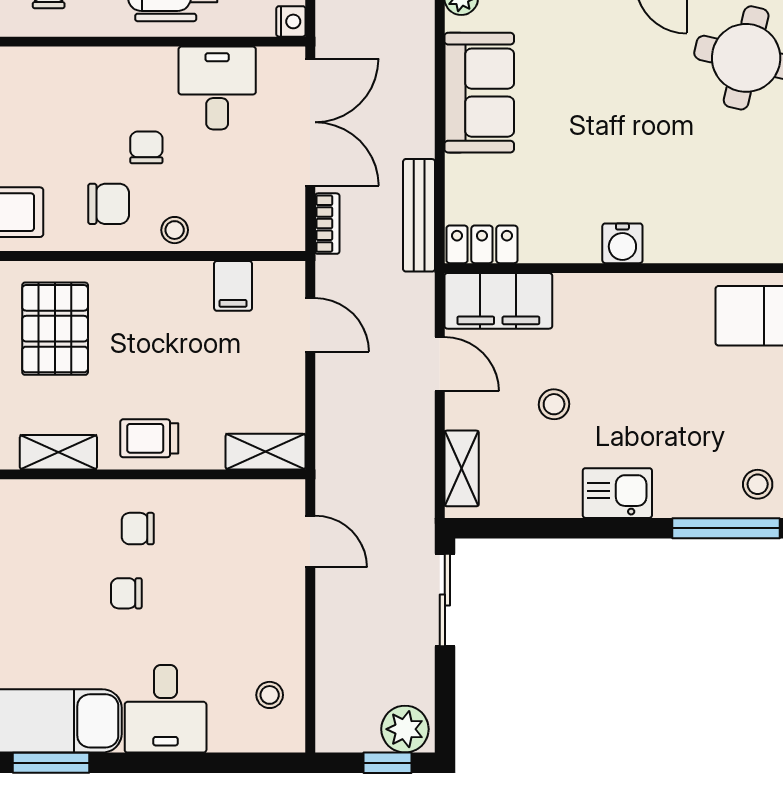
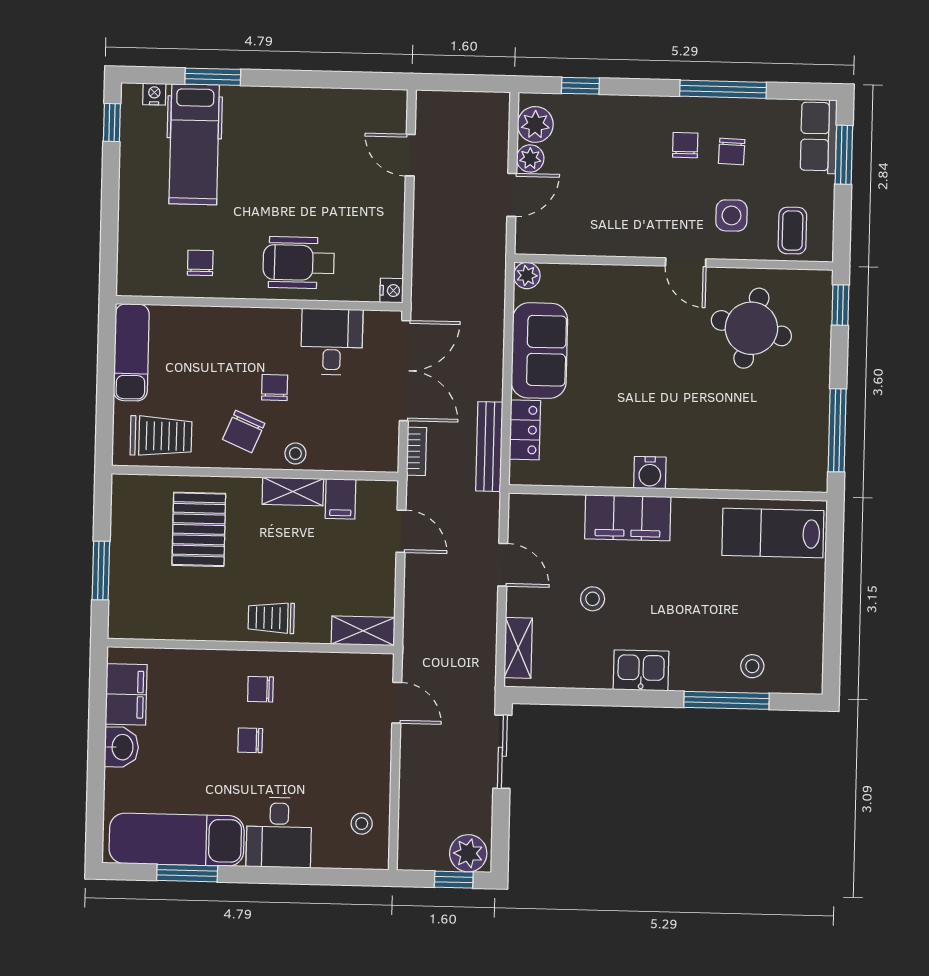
chair: (109, 204) -> (244, 431), turned 113
locker: (482, 244) -> (525, 430), moved, turned 90
filing cabinet: (498, 301) -> (628, 518), moved
shelving: (58, 452) -> (293, 492), moved

